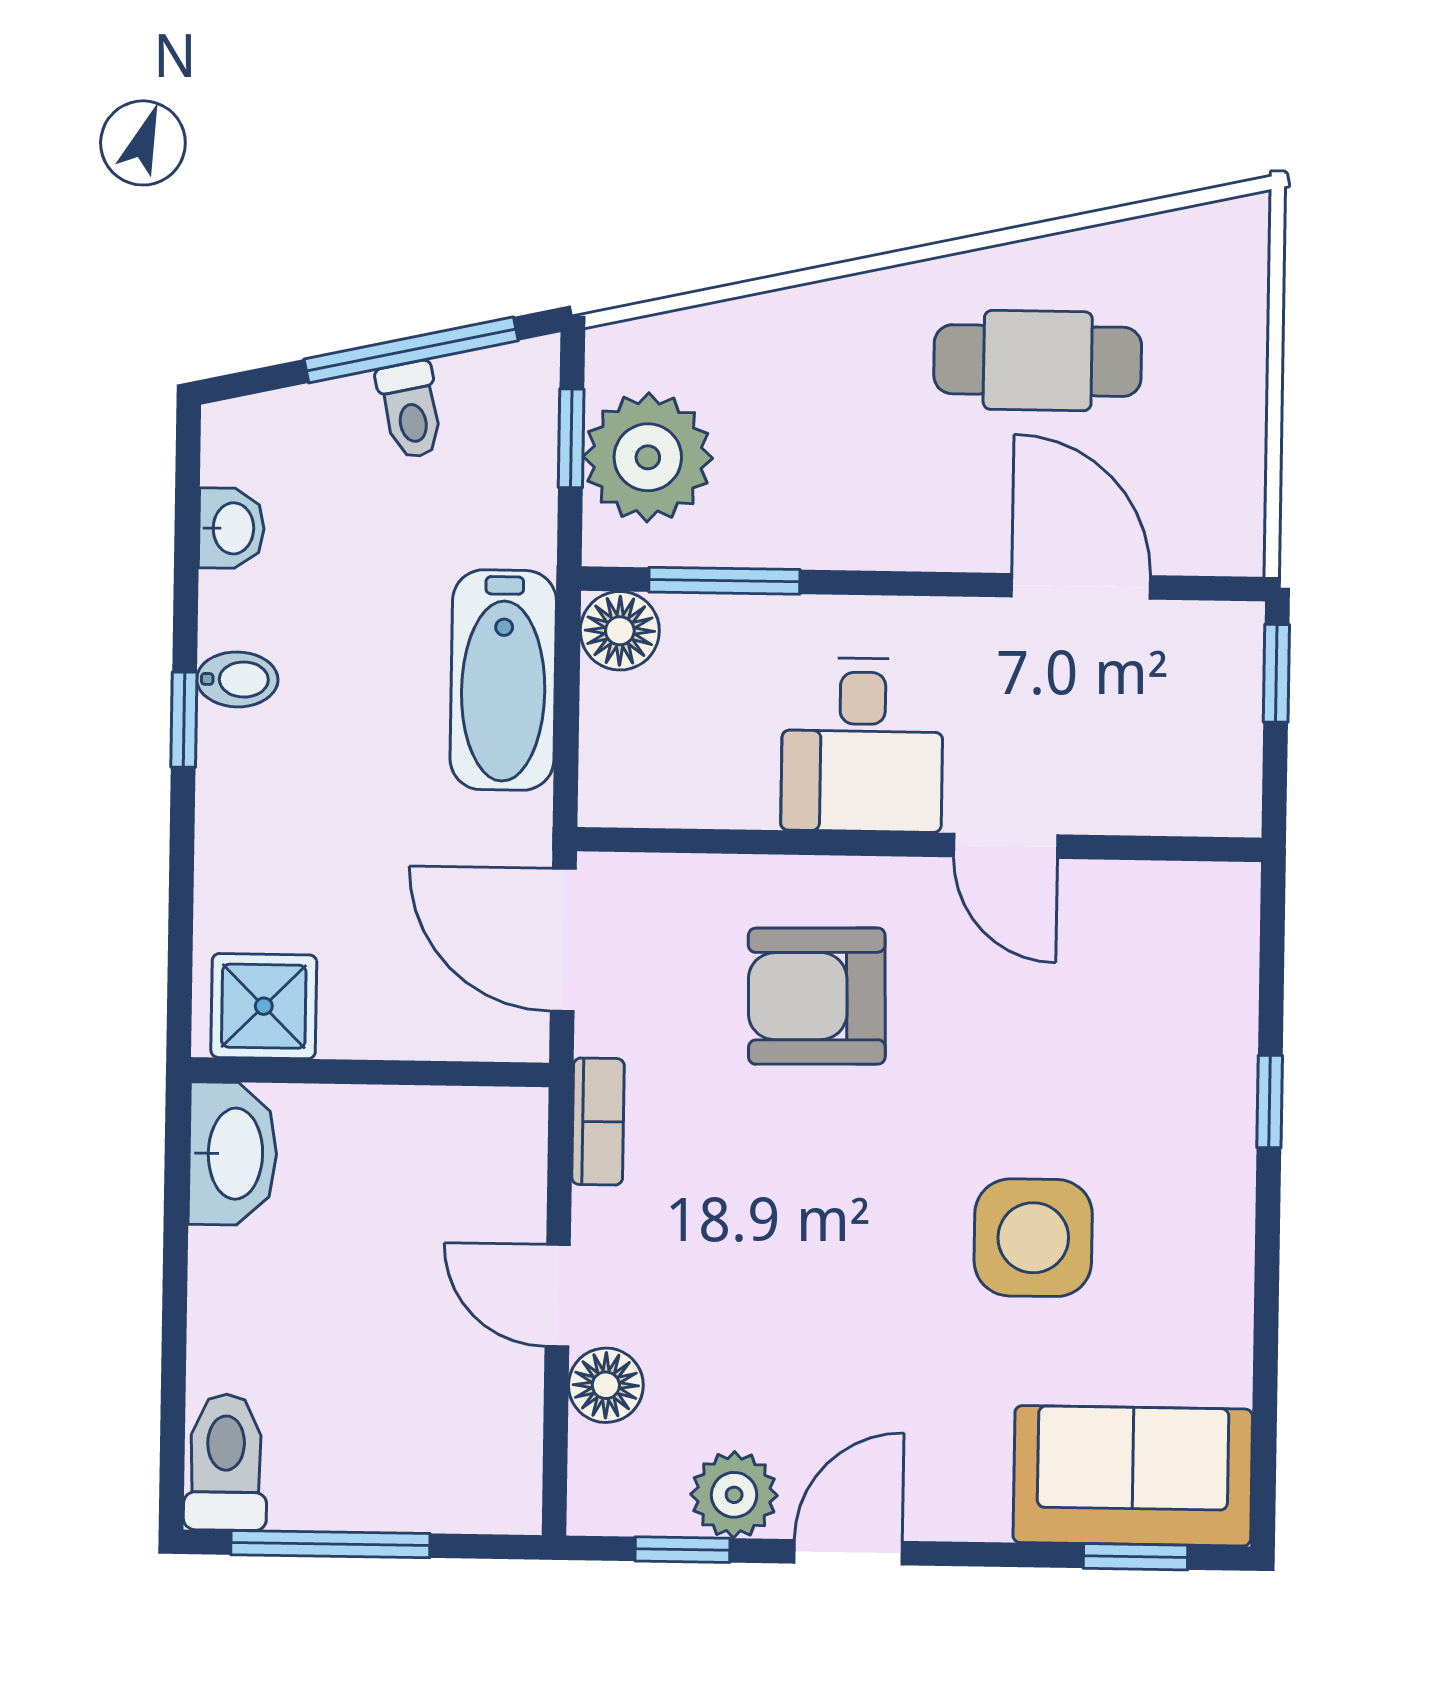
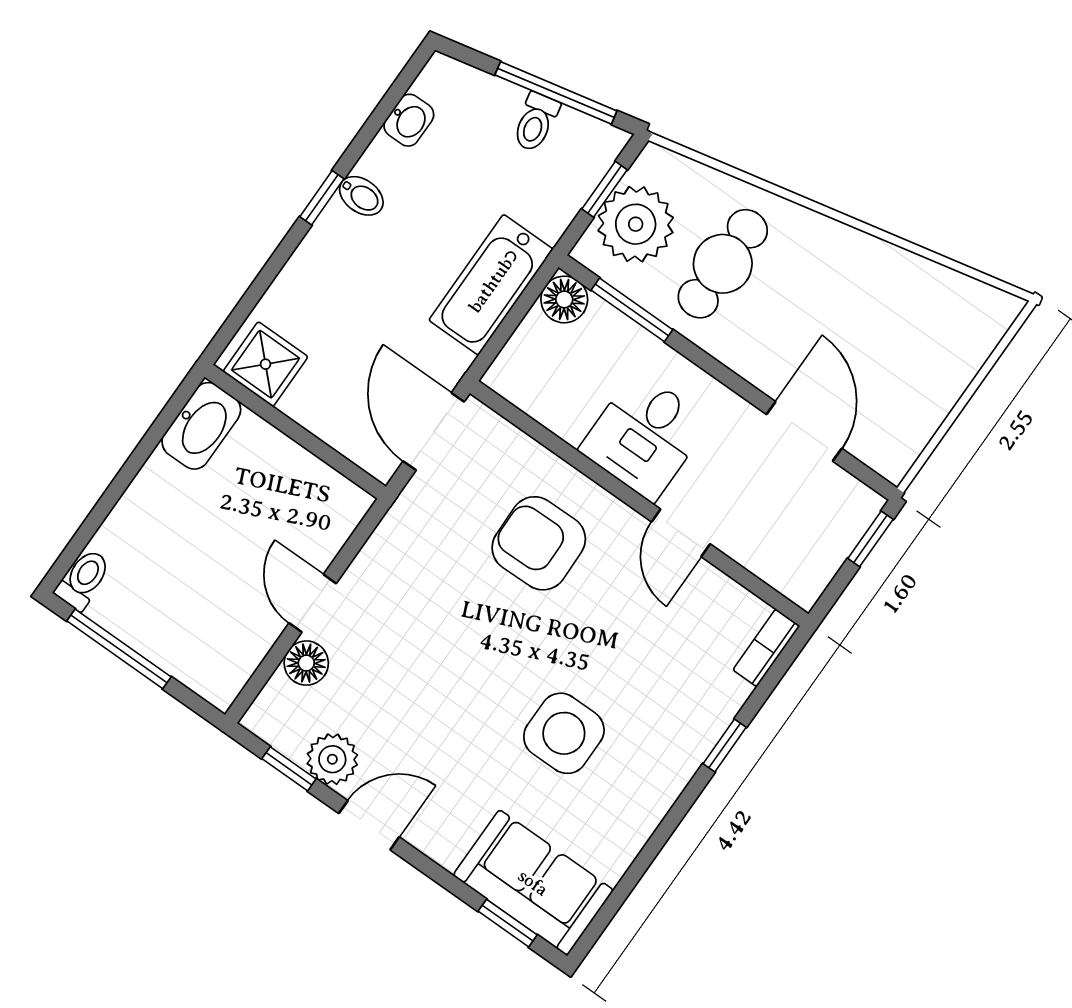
cafe table: (1038, 361) -> (723, 264), moved, turned 90
bookcase: (598, 1122) -> (766, 648), moved, turned 180
toilet: (226, 1462) -> (83, 579), width x0.73, depth x0.72

